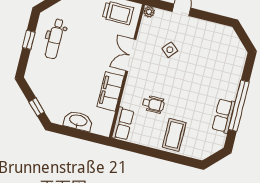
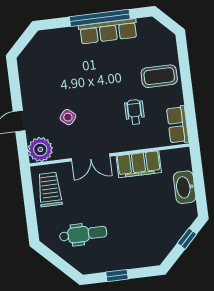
plant: (149, 12) -> (40, 149), width x1.88, depth x1.88
dental chair: (55, 39) -> (83, 234), moved
row of seats: (224, 116) -> (108, 31), width x1.48
row of seats: (123, 124) -> (178, 125), moved, turned -90

